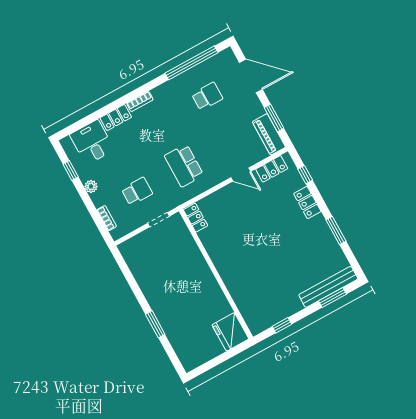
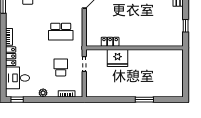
window: (71, 170) -> (17, 100), moved
locker: (195, 218) -> (110, 42), moved
fridge: (230, 332) -> (118, 58), moved

